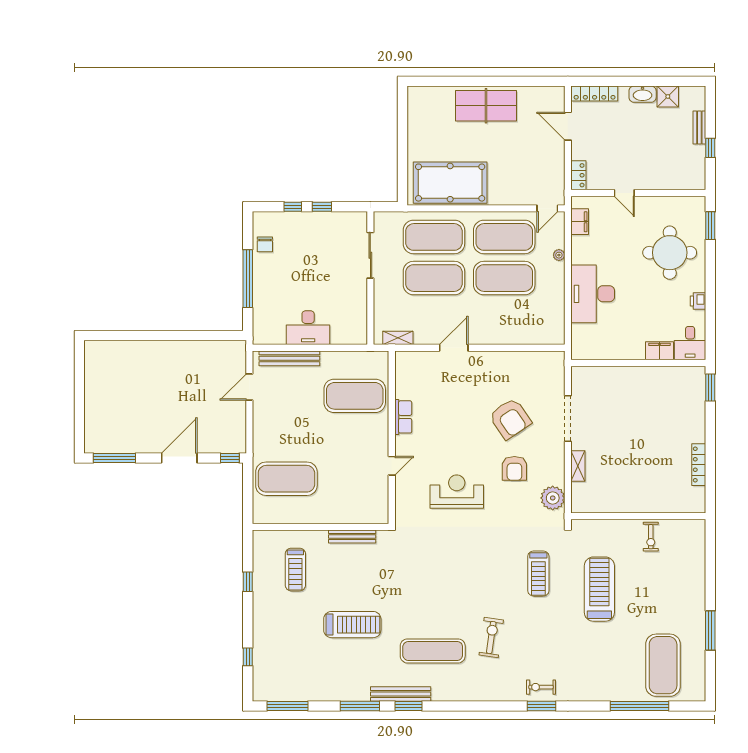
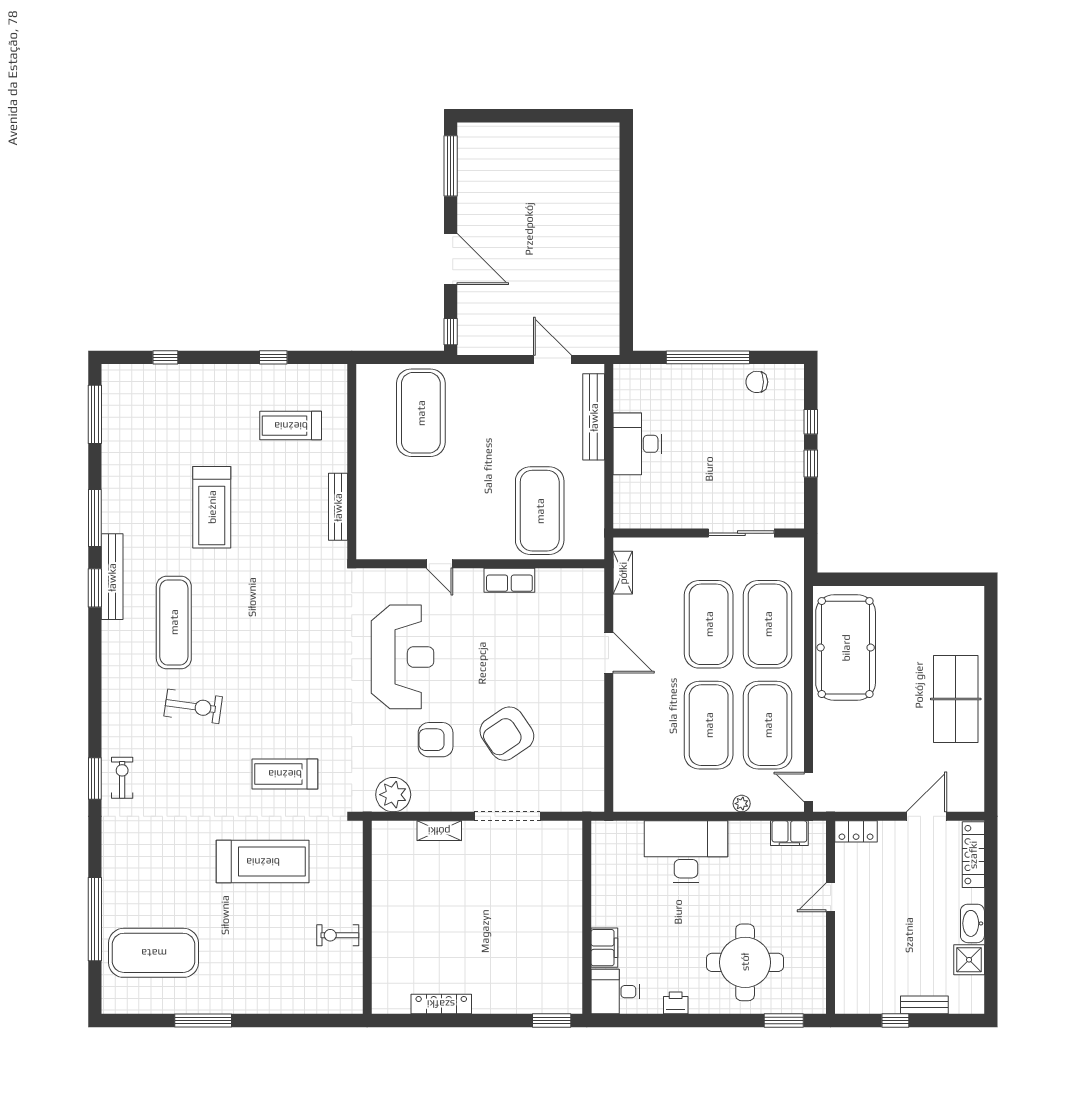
reception desk: (457, 492) -> (402, 657), width x1.36, depth x1.30

